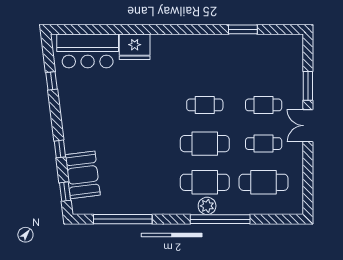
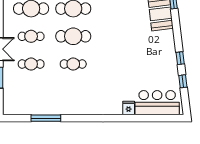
window: (243, 29) -> (46, 118), width x1.44
fridge: (135, 47) -> (129, 108), width x0.53, depth x0.75
window: (60, 149) -> (180, 58), moved

